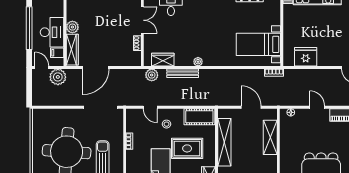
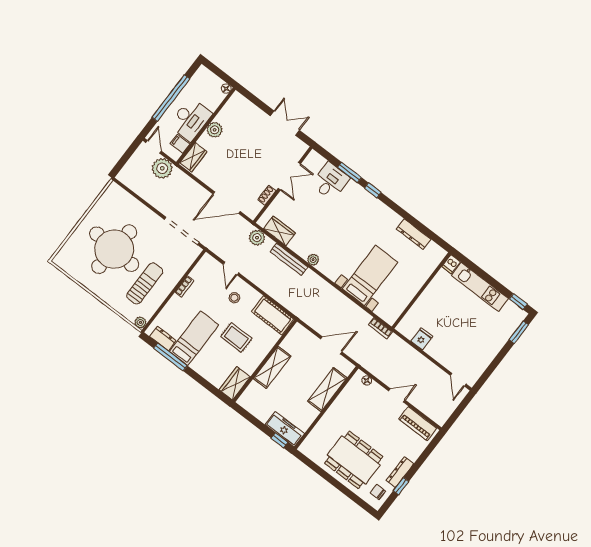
bed with nightstands: (258, 44) -> (370, 275), moved, turned 90
wardrobe: (72, 50) -> (193, 157), width x0.67
fridge: (306, 57) -> (422, 339), width x0.53, depth x0.75
door: (96, 67) -> (226, 203), moved
door: (251, 107) -> (331, 345), hinge flipped
door: (317, 107) -> (397, 395), hinge flipped
shelving: (224, 142) -> (272, 367), width x0.68
rug: (187, 148) -> (236, 338), width x0.73, depth x0.70

